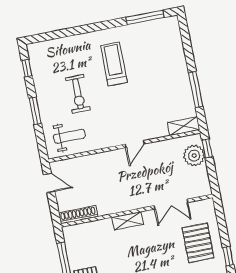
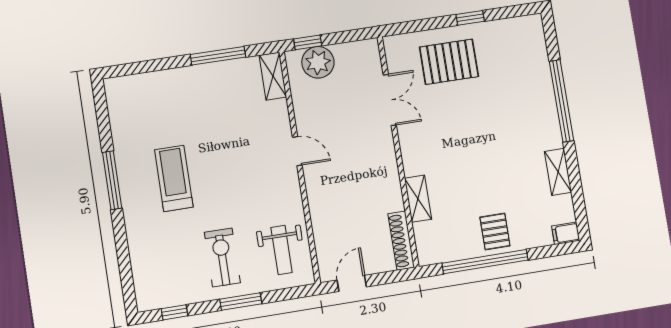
window: (145, 17) -> (112, 180), moved
treadmill: (114, 64) -> (174, 178), turned 90
exercise bike: (78, 94) -> (222, 257), moved, turned -90
weight bench: (69, 136) -> (282, 250), turned 180
shelving: (128, 221) -> (418, 199), moved

